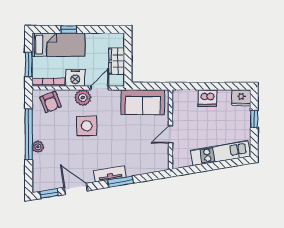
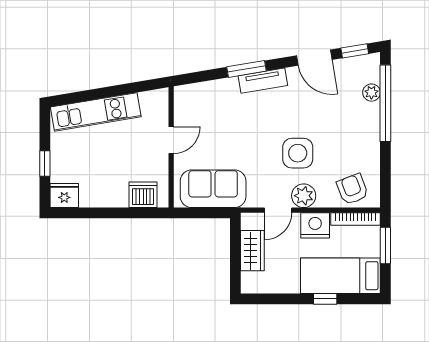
dishwasher: (207, 98) -> (143, 195), moved
window: (29, 134) -> (385, 103), moved
plant: (38, 147) -> (371, 93), moved

